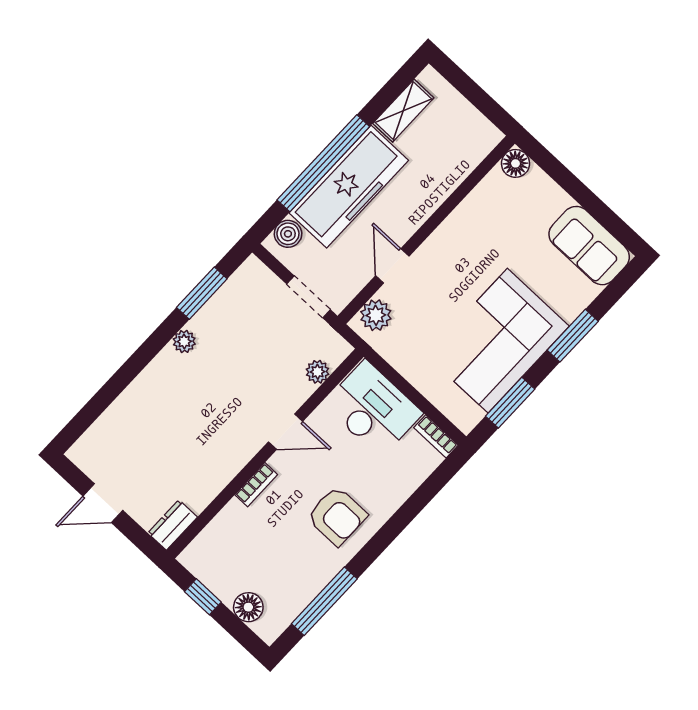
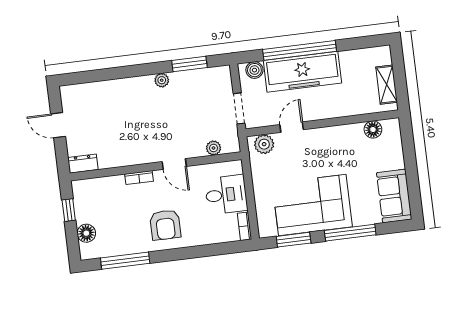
shelving: (403, 111) -> (387, 85), moved, turned 90
floor lamp: (515, 163) -> (373, 130), moved
window: (573, 336) -> (350, 233), width x1.44
desk: (373, 409) -> (226, 195), width x0.73

